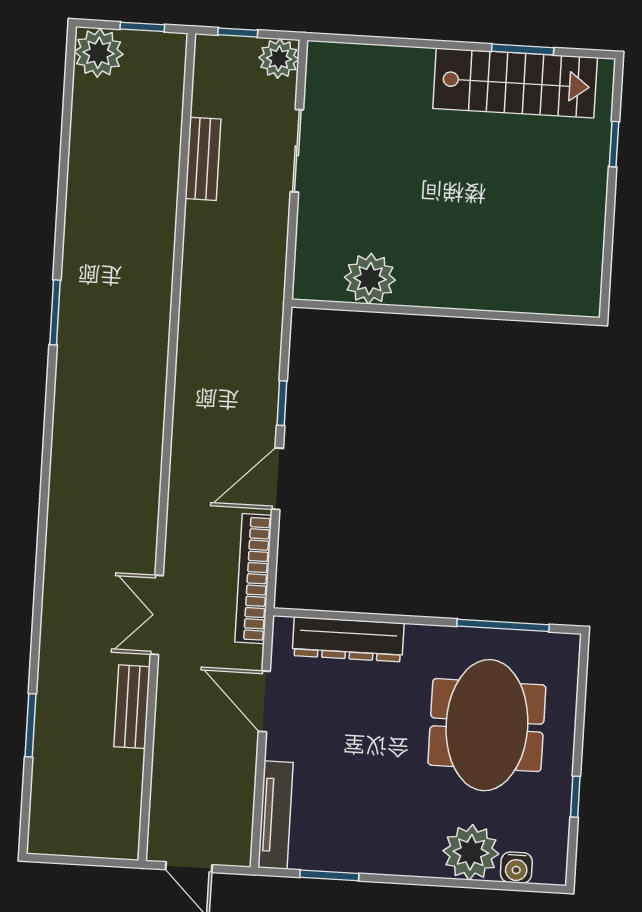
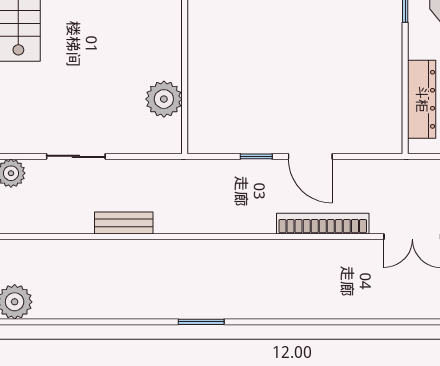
bench: (203, 159) -> (124, 223), moved
bookcase: (253, 579) -> (323, 224), moved, turned 180

